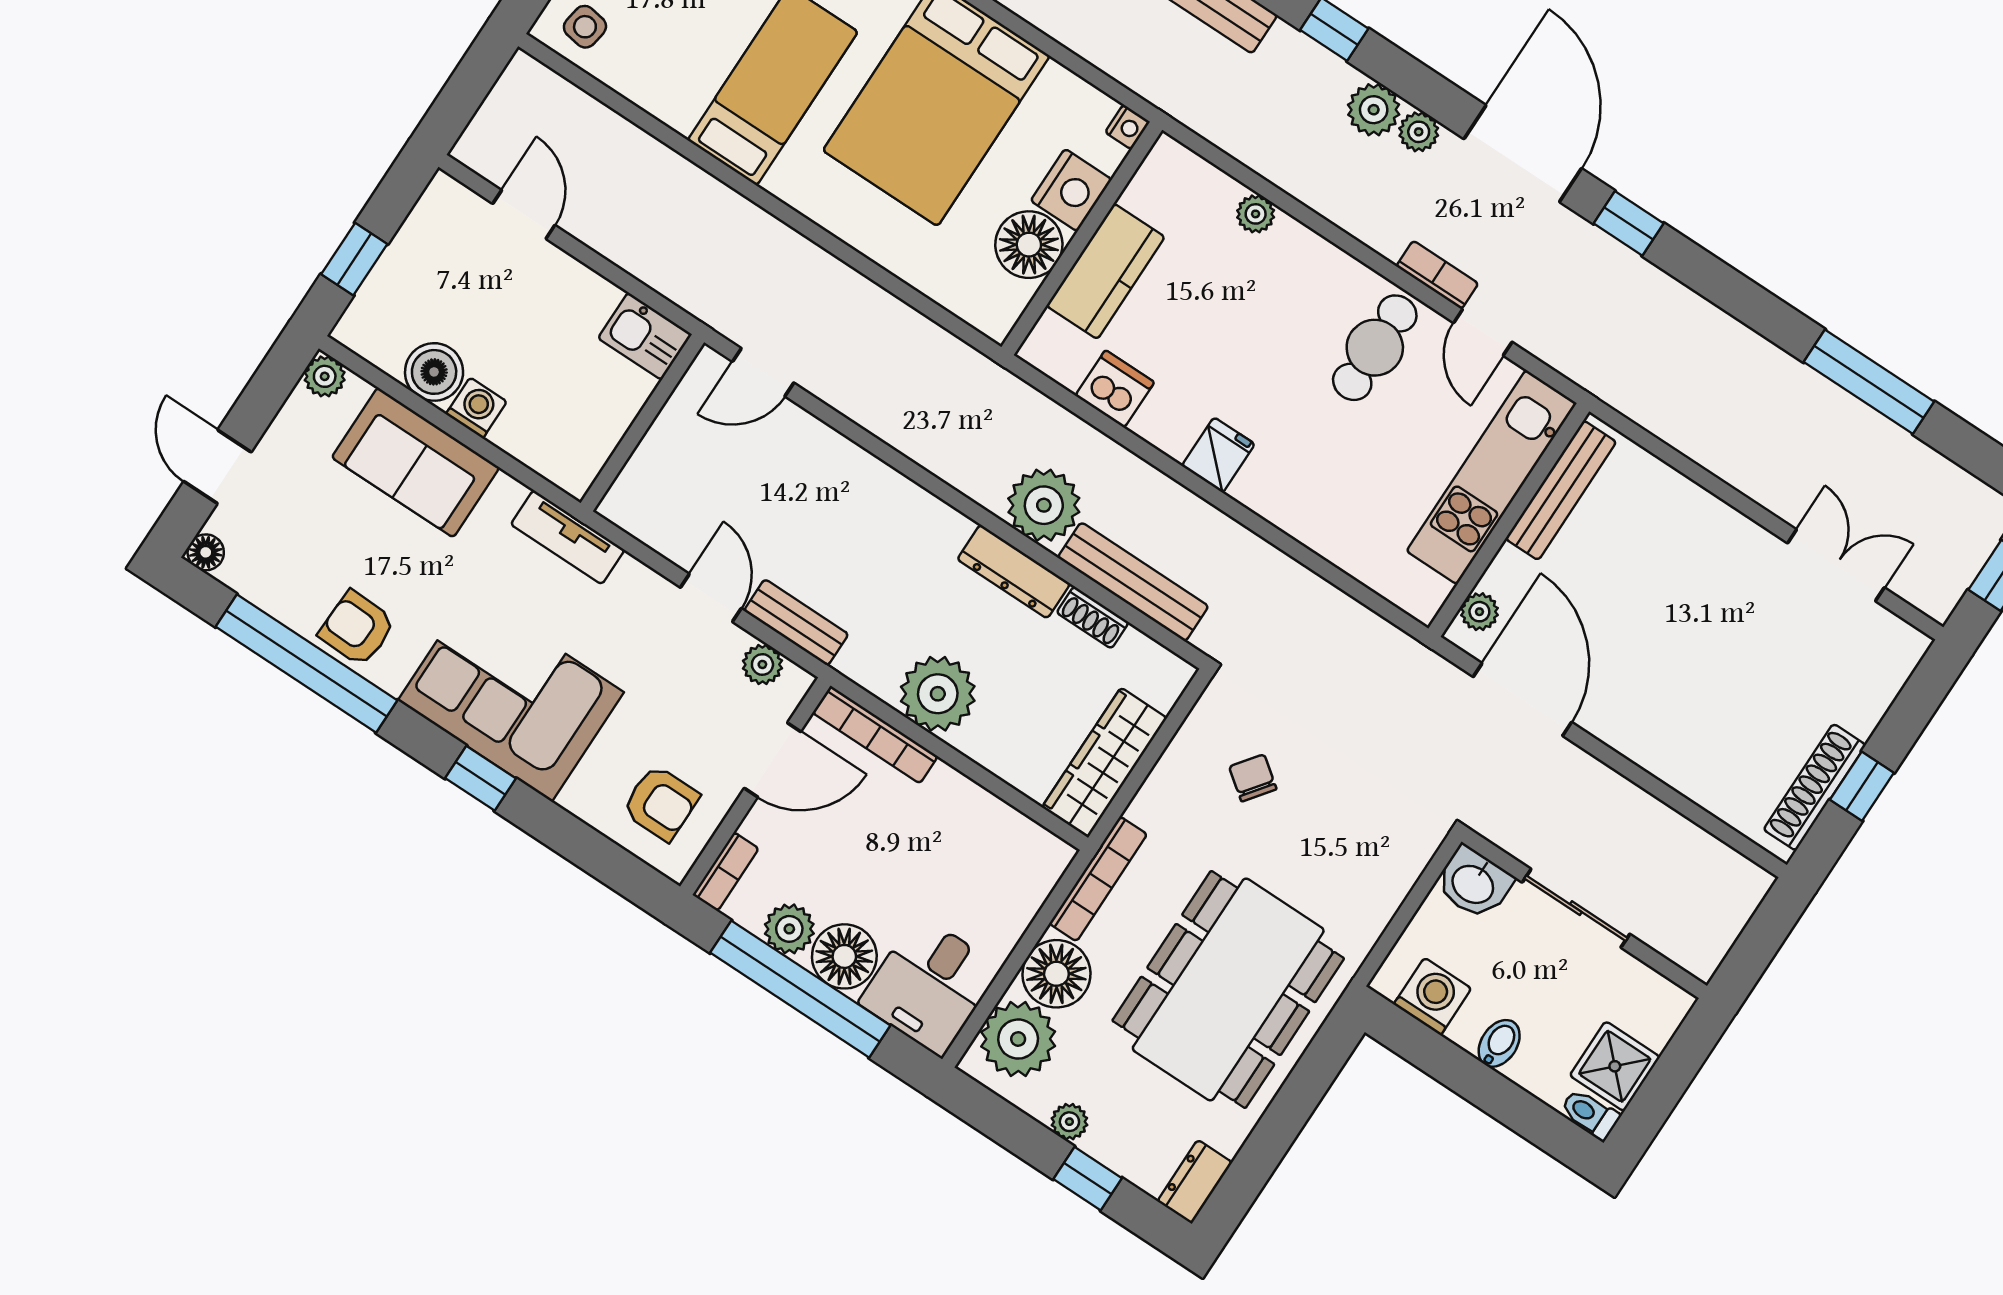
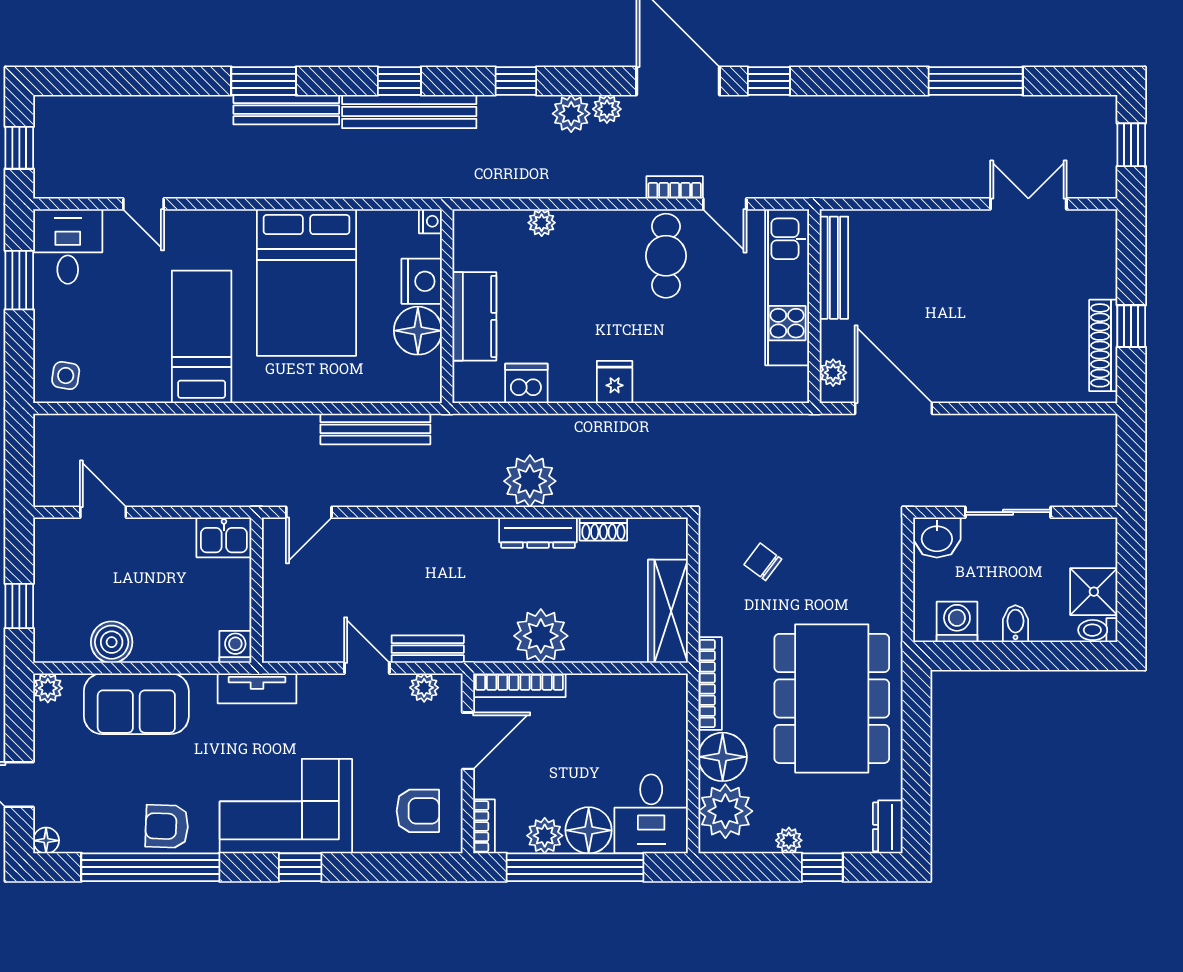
washing machine: (476, 408) -> (235, 647), moved
bench: (1133, 582) -> (375, 429), moved

